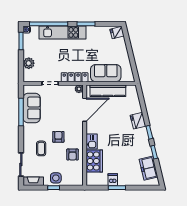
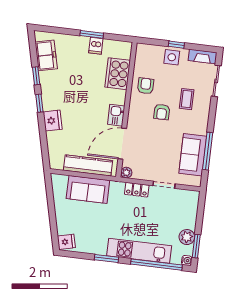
plant: (29, 63) -> (187, 237), moved
locker: (75, 77) -> (137, 190), width x0.66
kitchen sink: (92, 142) -> (116, 115), moved

